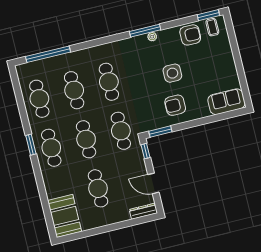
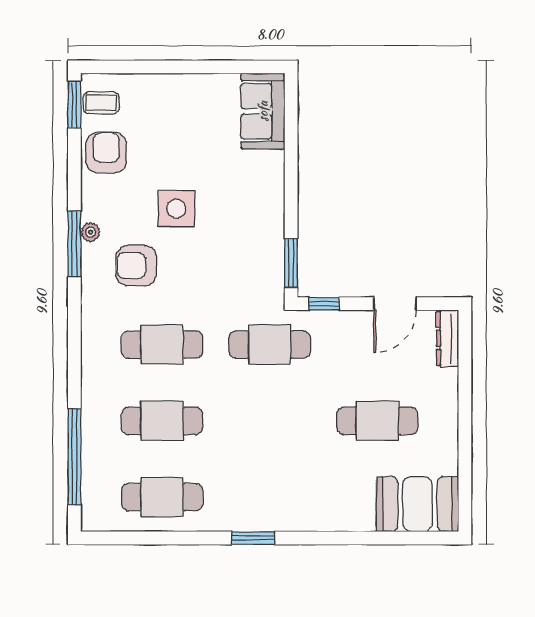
armchair: (175, 105) -> (136, 266), moved, turned 91
cafe table: (86, 139) -> (270, 421), removed
cafe table: (51, 148) -> (270, 497), removed

